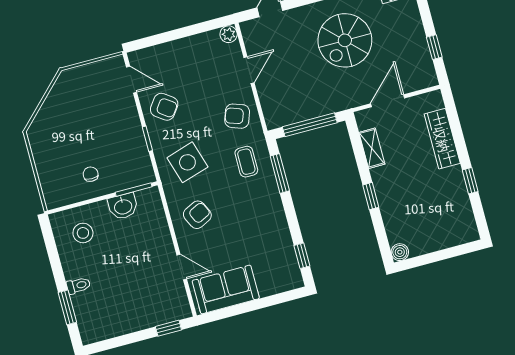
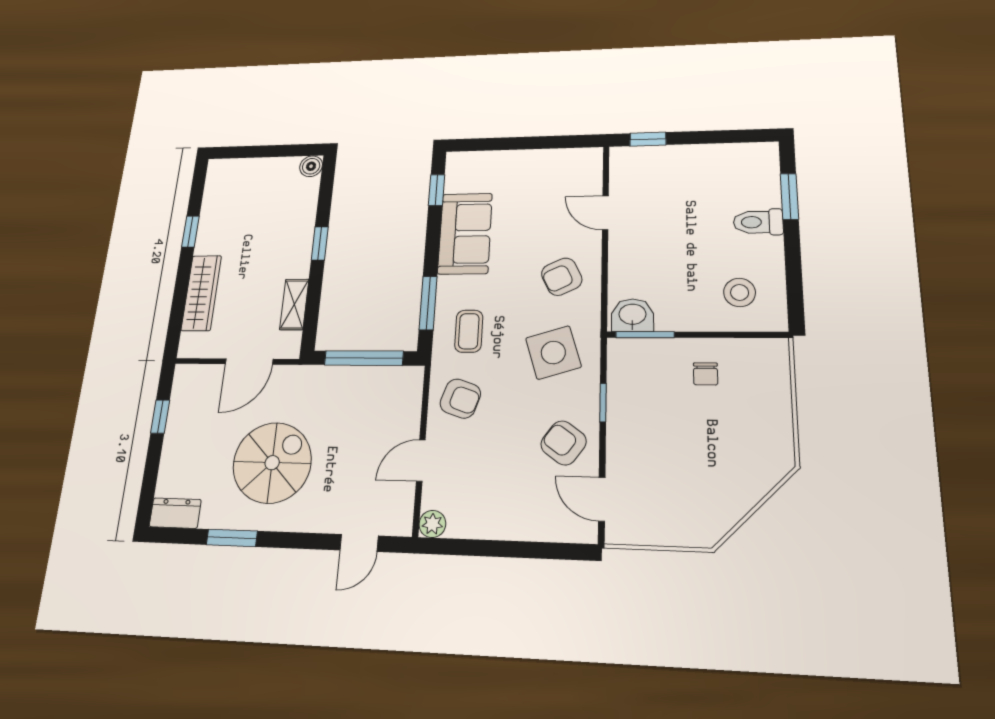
washbasin: (123, 206) -> (632, 315), moved
toilet: (78, 286) -> (758, 222), width x1.37, depth x1.39
sofa: (226, 289) -> (465, 233), moved, turned -90

